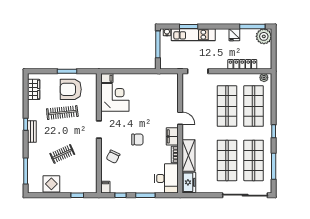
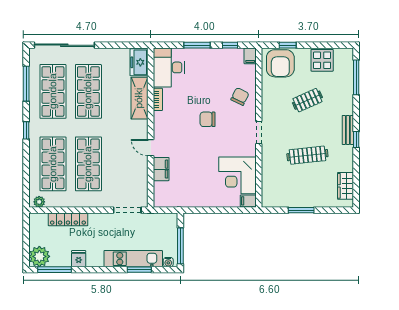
armchair: (71, 89) -> (280, 63), moved, turned 90
filing cabinet: (172, 136) -> (161, 169), moved

